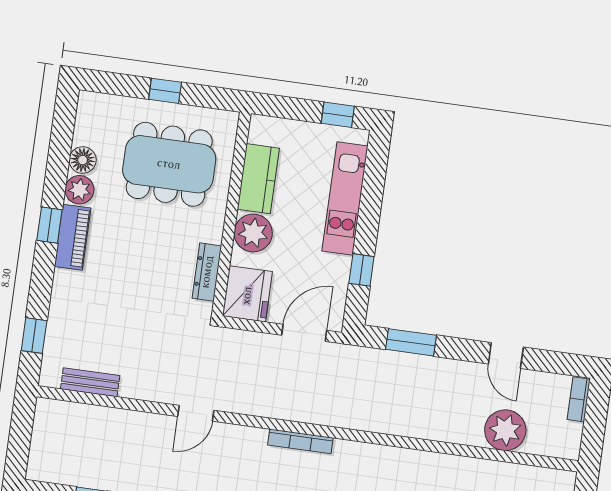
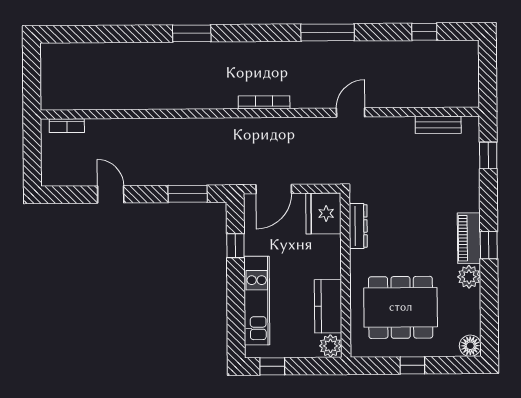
floor lamp: (83, 160) -> (470, 346), moved
plant: (253, 233) -> (330, 346), moved, width x0.73, depth x0.73
bookcase: (579, 399) -> (67, 126), moved, turned 90
plant: (505, 430) -> (102, 135), removed

